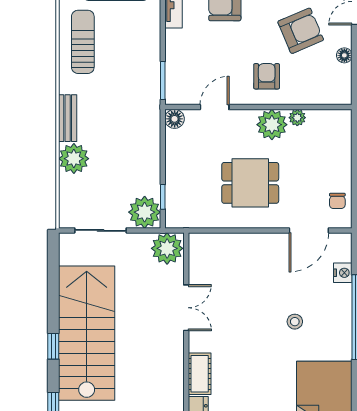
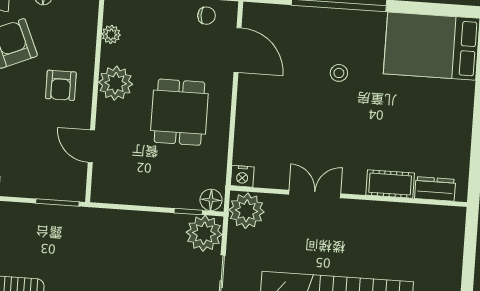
armchair: (267, 76) -> (61, 85), turned -90
plant: (297, 118) -> (111, 34), moved
floor lamp: (175, 119) -> (211, 200), moved
nightstand: (343, 273) -> (242, 176), moved, turned 180

